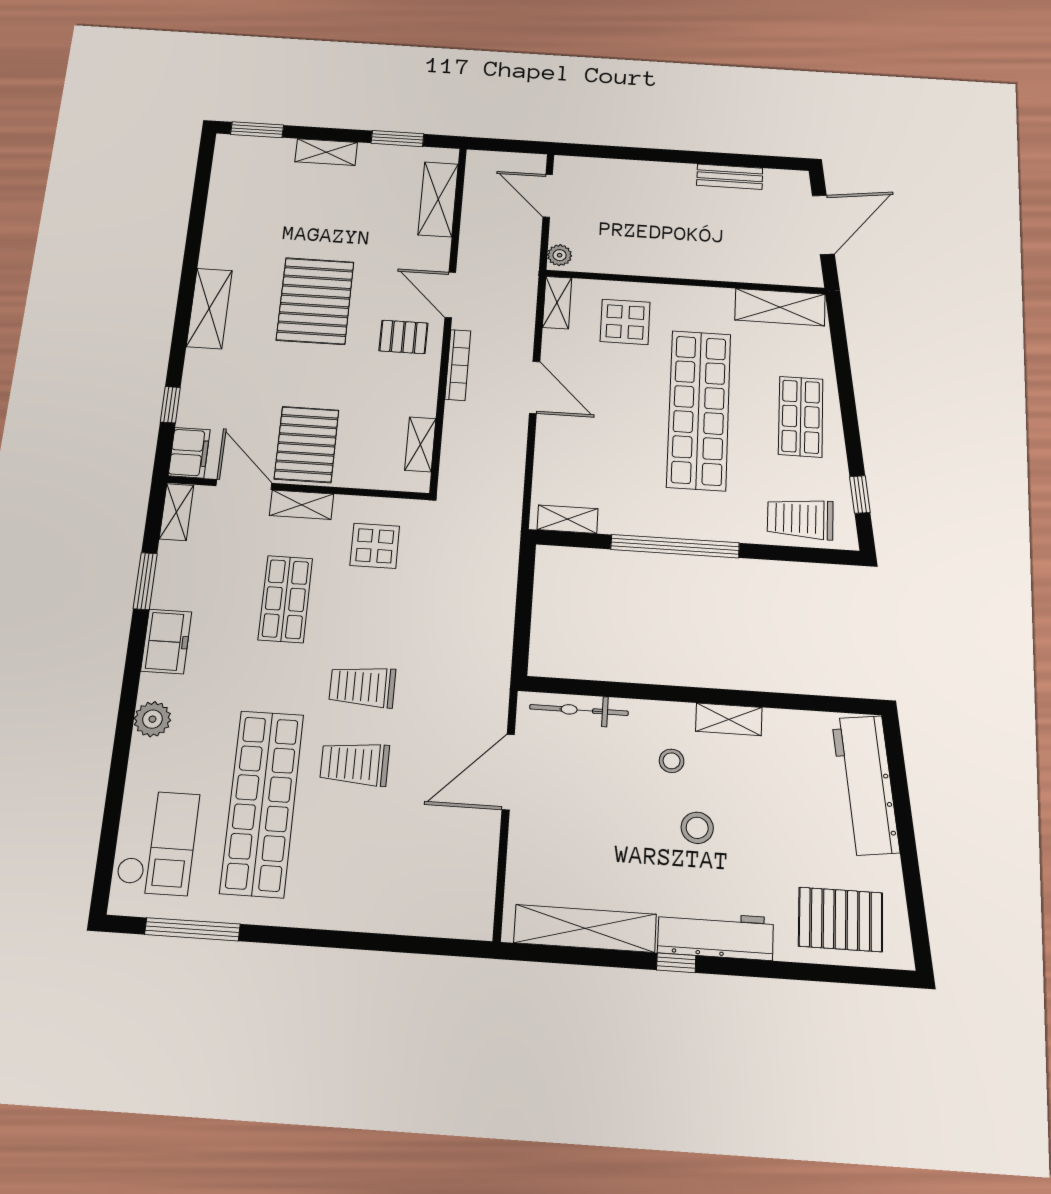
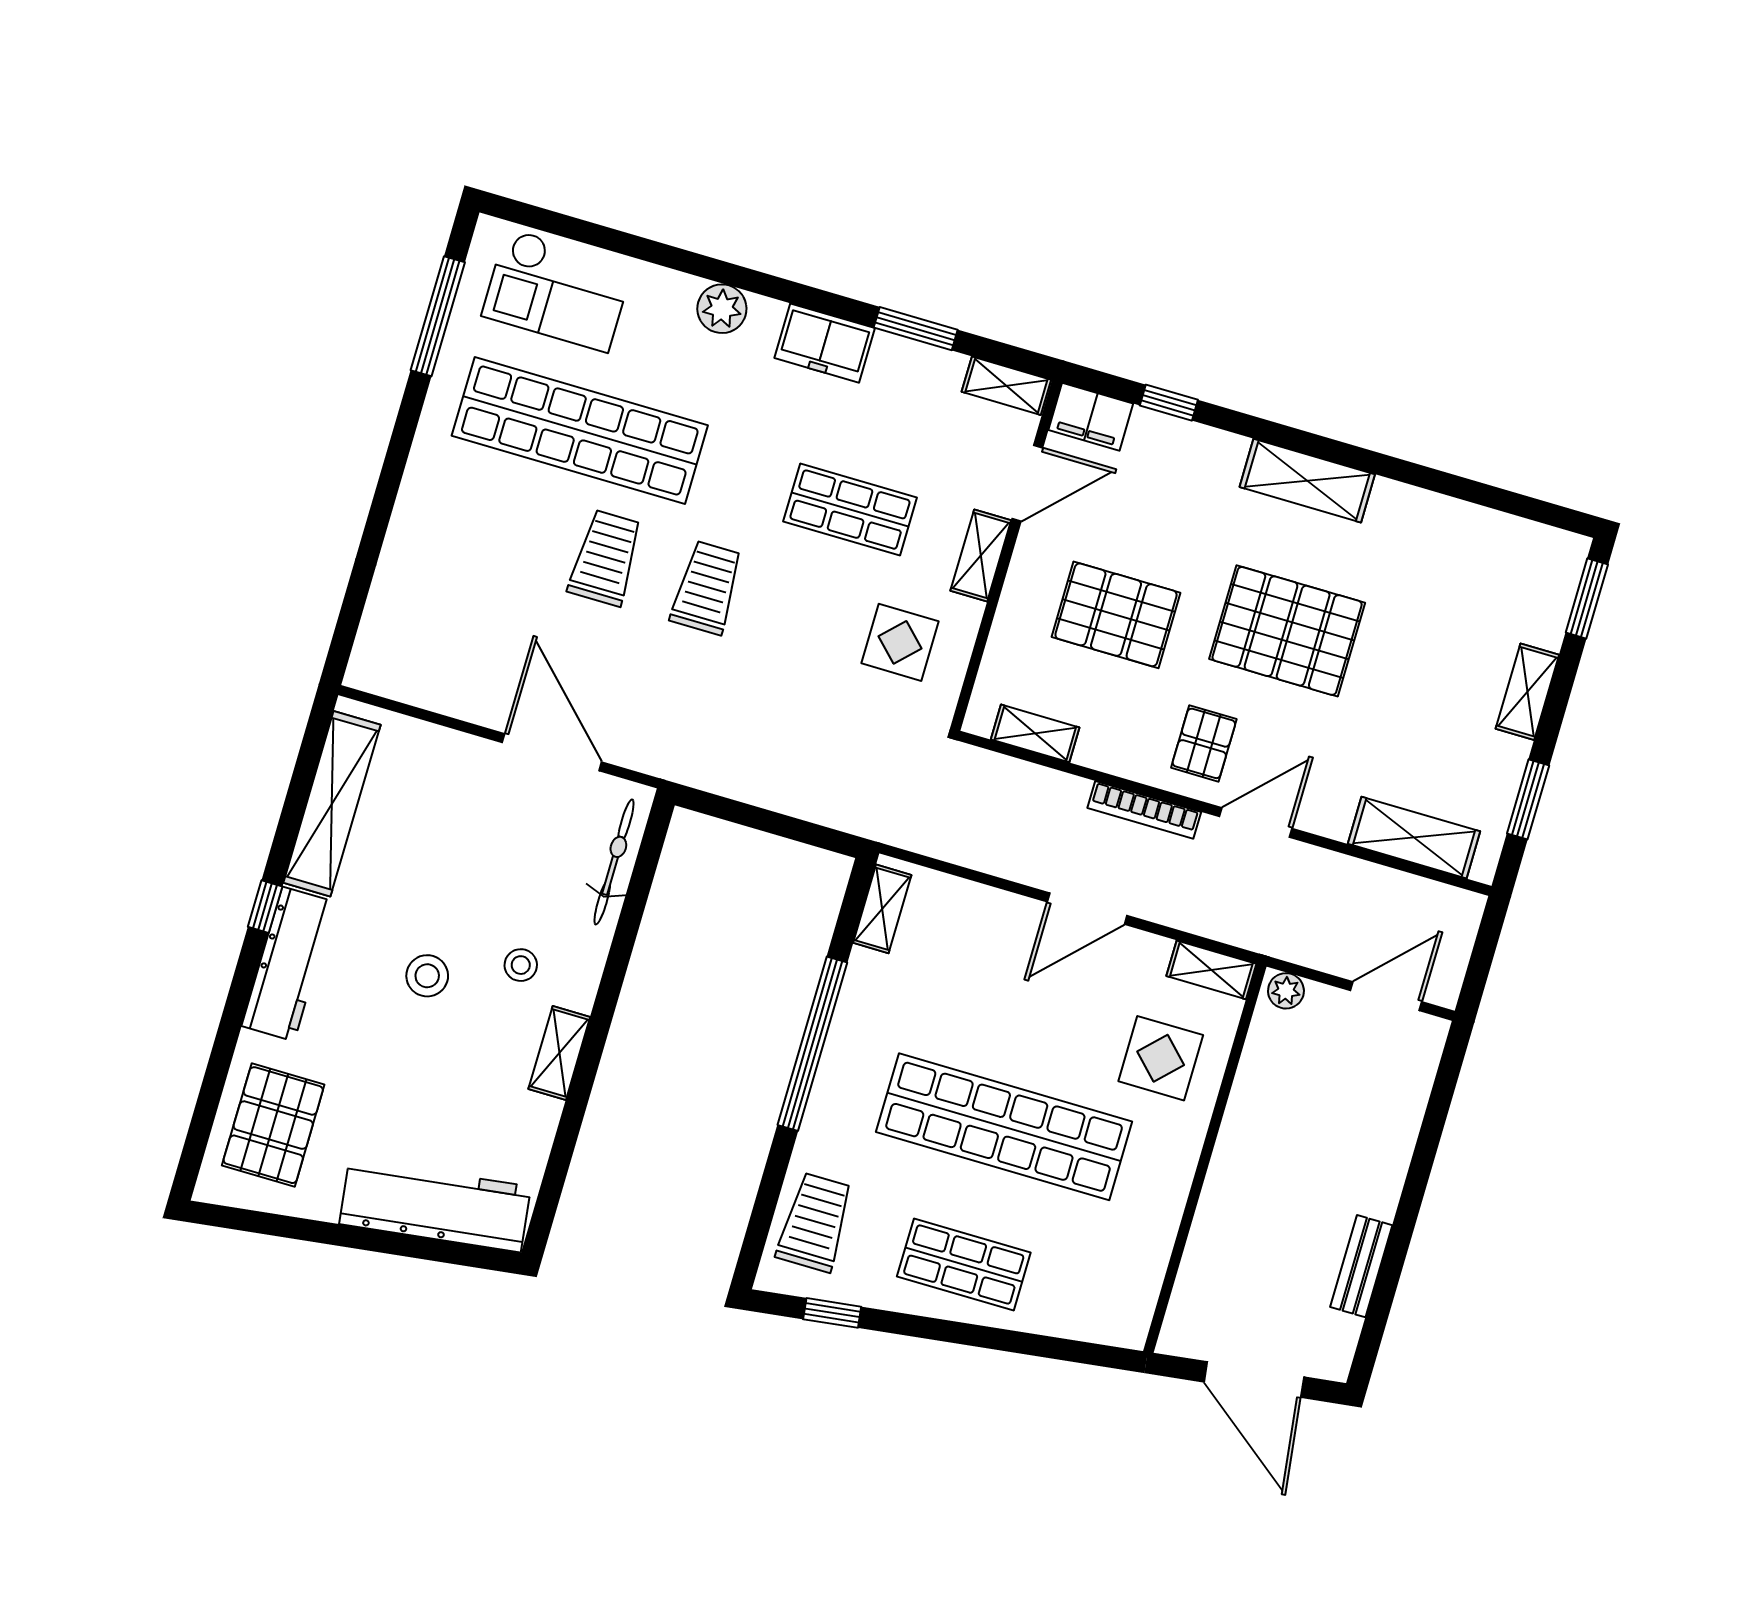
shelving: (780, 307) -> (1137, 1282), removed
pallet: (307, 444) -> (1116, 615), moved

